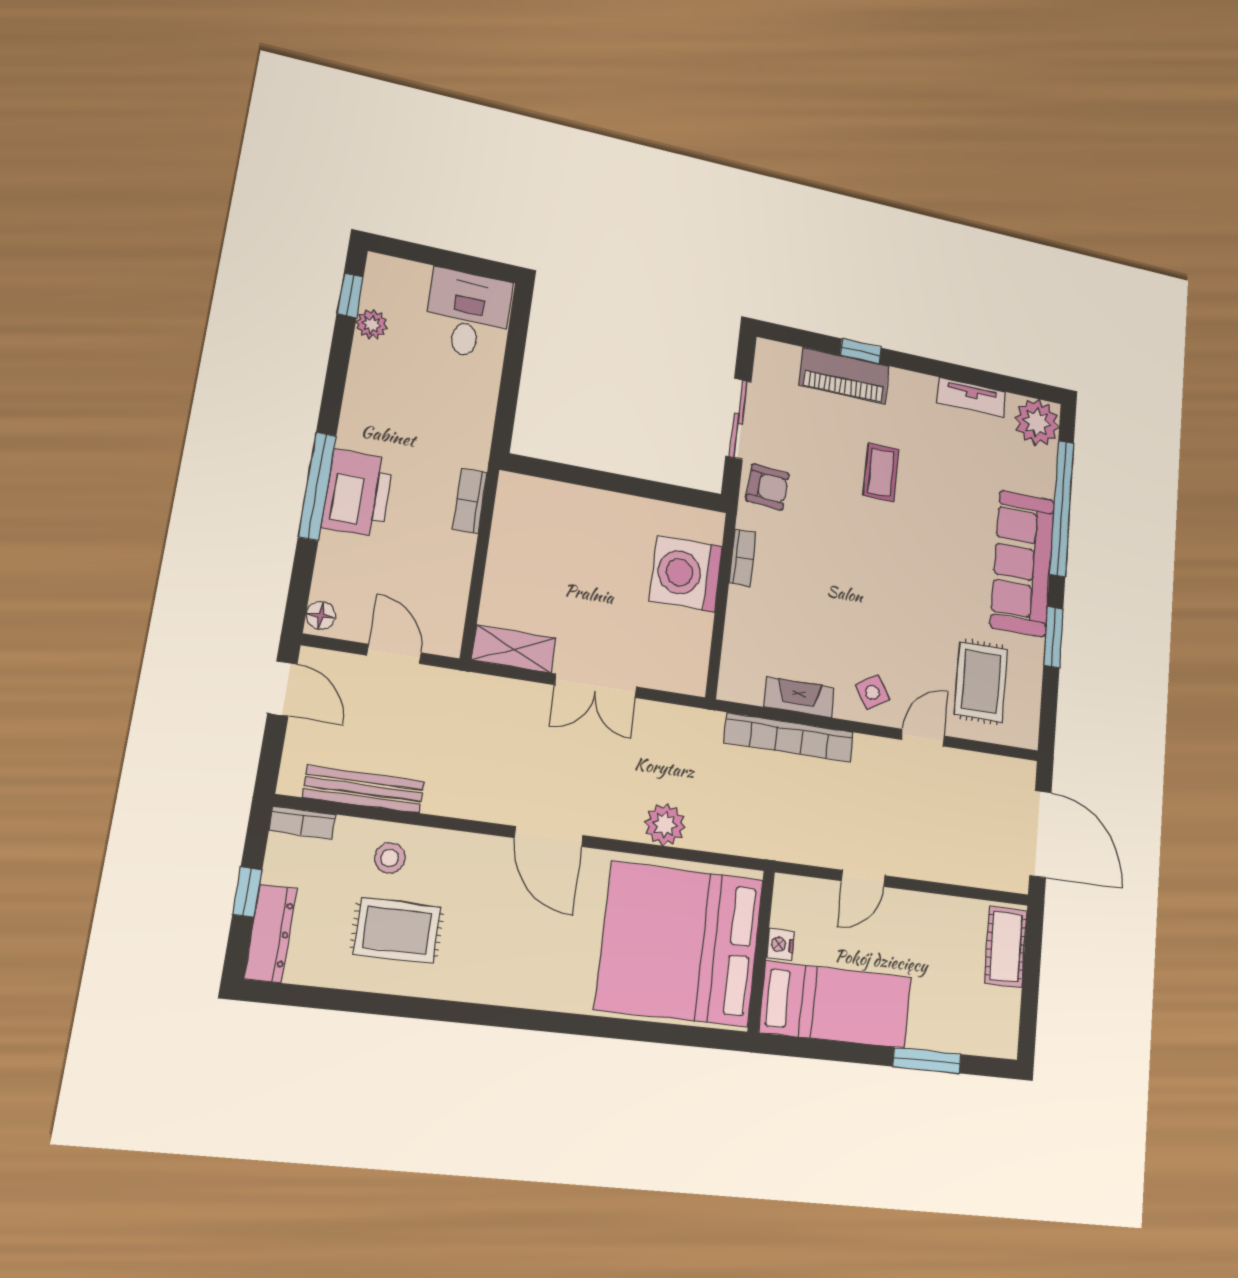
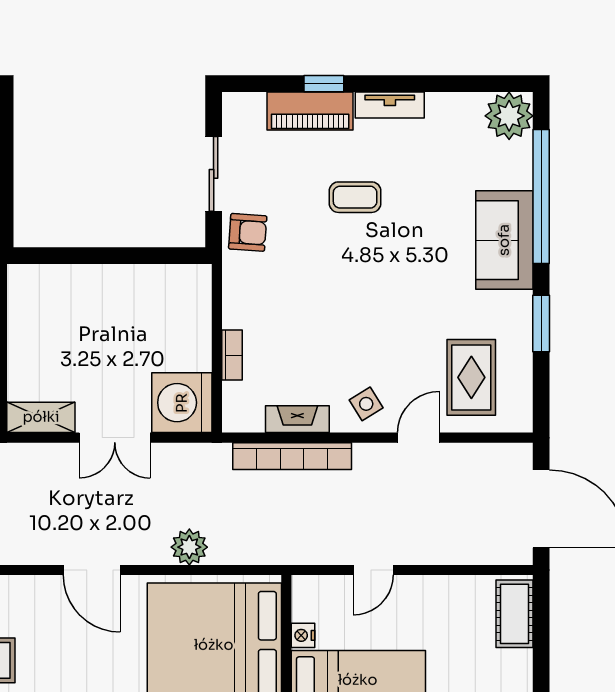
tv unit: (971, 397) -> (390, 105), moved
coffee table: (881, 472) -> (355, 197), turned 90
bookcase: (743, 558) -> (232, 355), moved
sofa: (1022, 563) -> (504, 240), width x0.73
washing machine: (686, 573) -> (182, 403), moved

